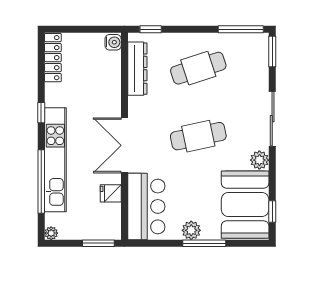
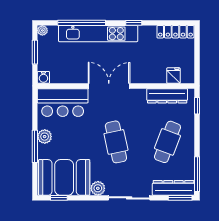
water cooler: (113, 42) -> (43, 77), moved
dresser: (259, 60) -> (173, 188), added
cafe table: (198, 68) -> (167, 142), turned 39
fridge: (111, 193) -> (173, 76), moved
window: (98, 243) -> (35, 52), moved

